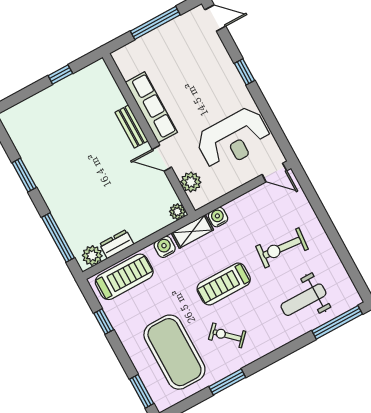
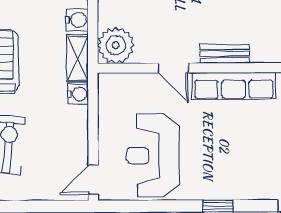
door: (162, 158) -> (173, 68), swing flipped
plant: (191, 182) -> (131, 85), removed
plant: (177, 212) -> (116, 45), width x1.87, depth x1.87

